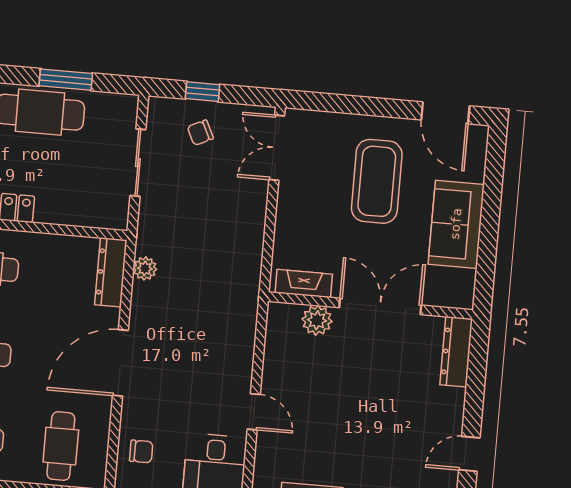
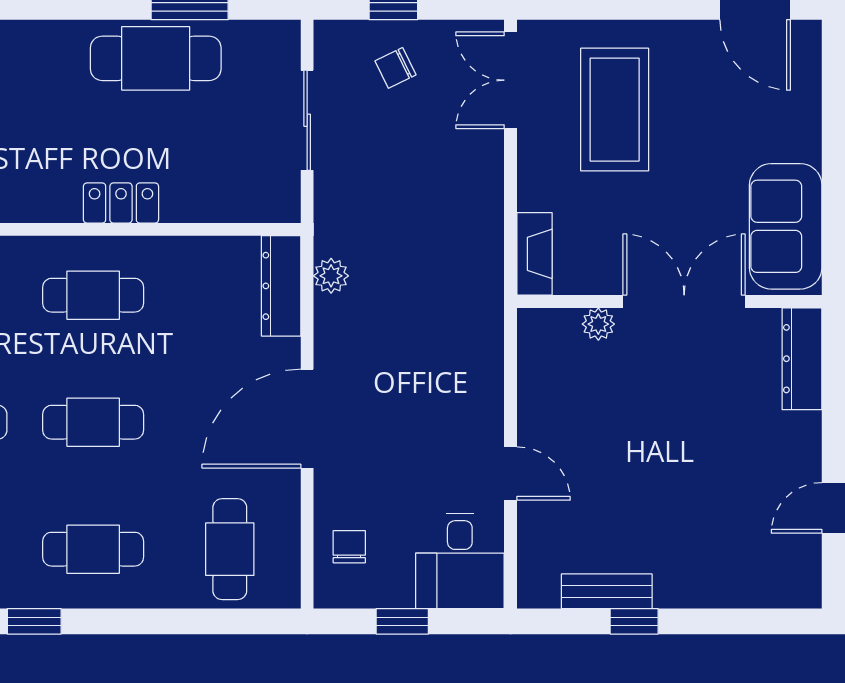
coffee table: (377, 181) -> (615, 110), moved
sofa: (456, 224) -> (786, 226), moved
fireplace: (304, 283) -> (534, 254), moved, turned 90
plant: (317, 320) -> (598, 324), width x0.73, depth x0.73
chair: (141, 451) -> (349, 547), turned -90

